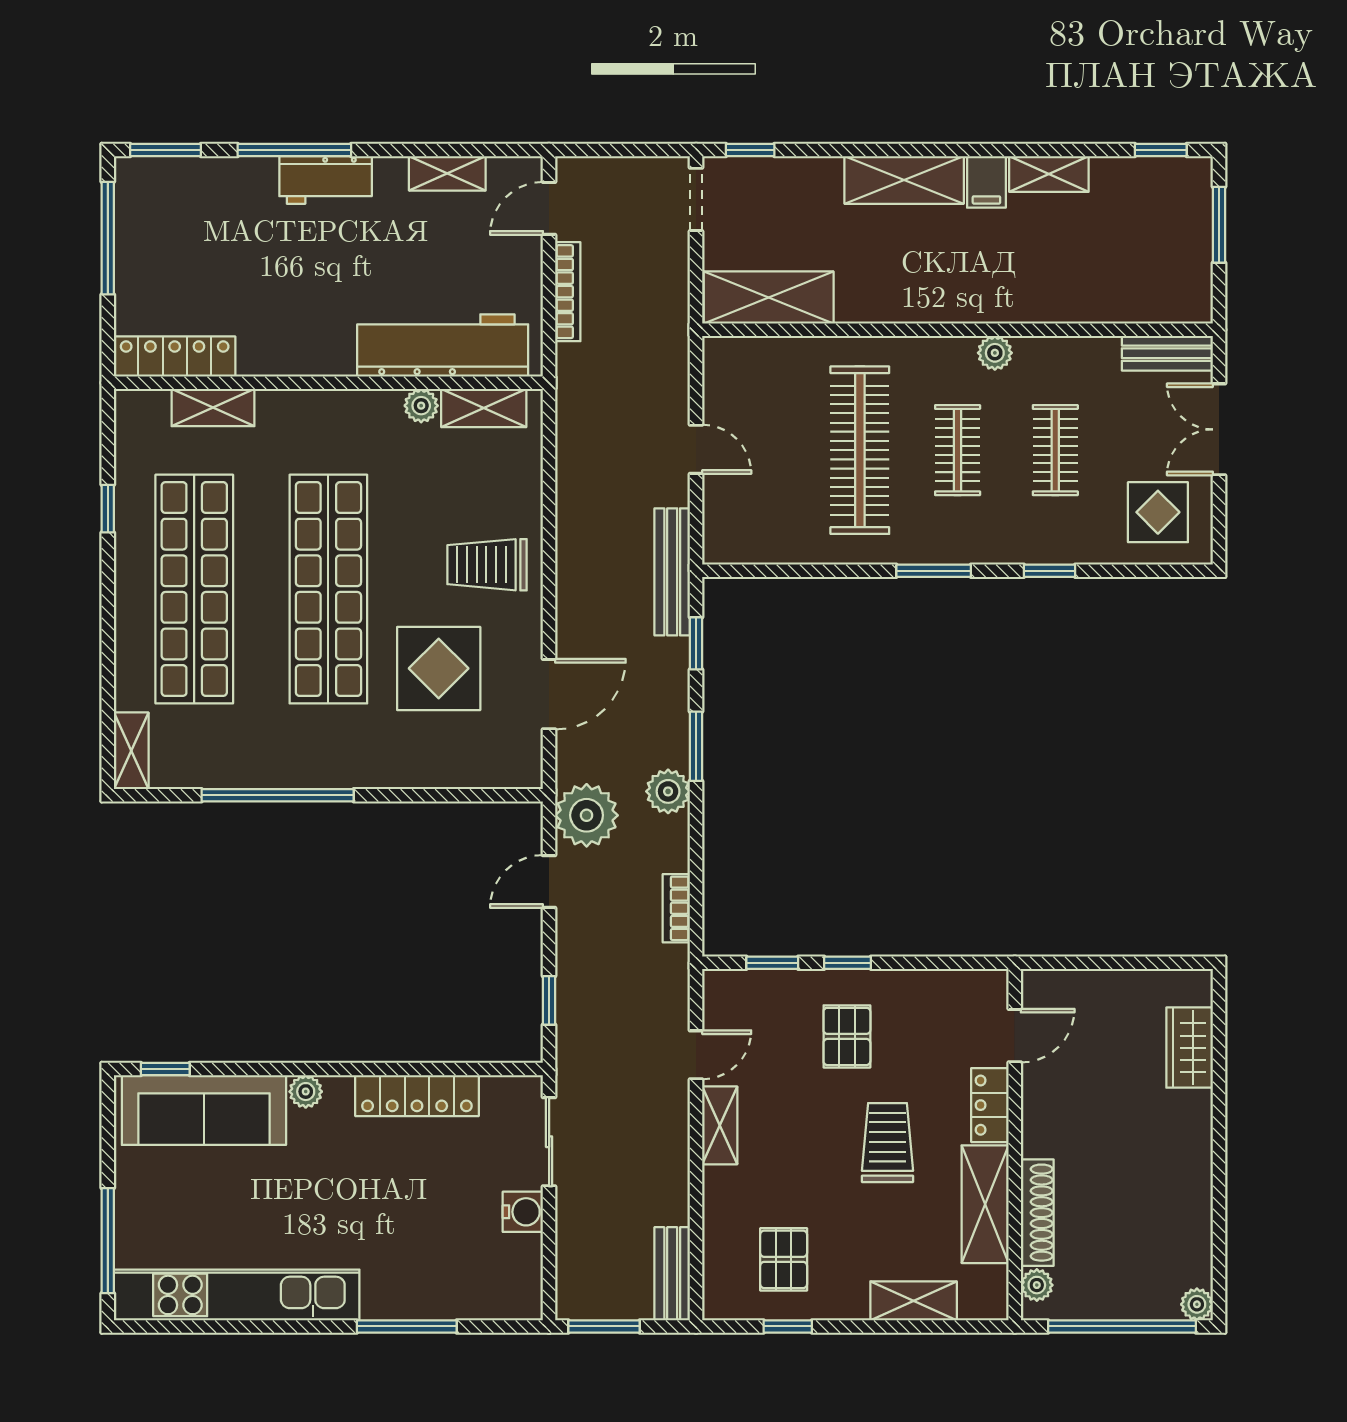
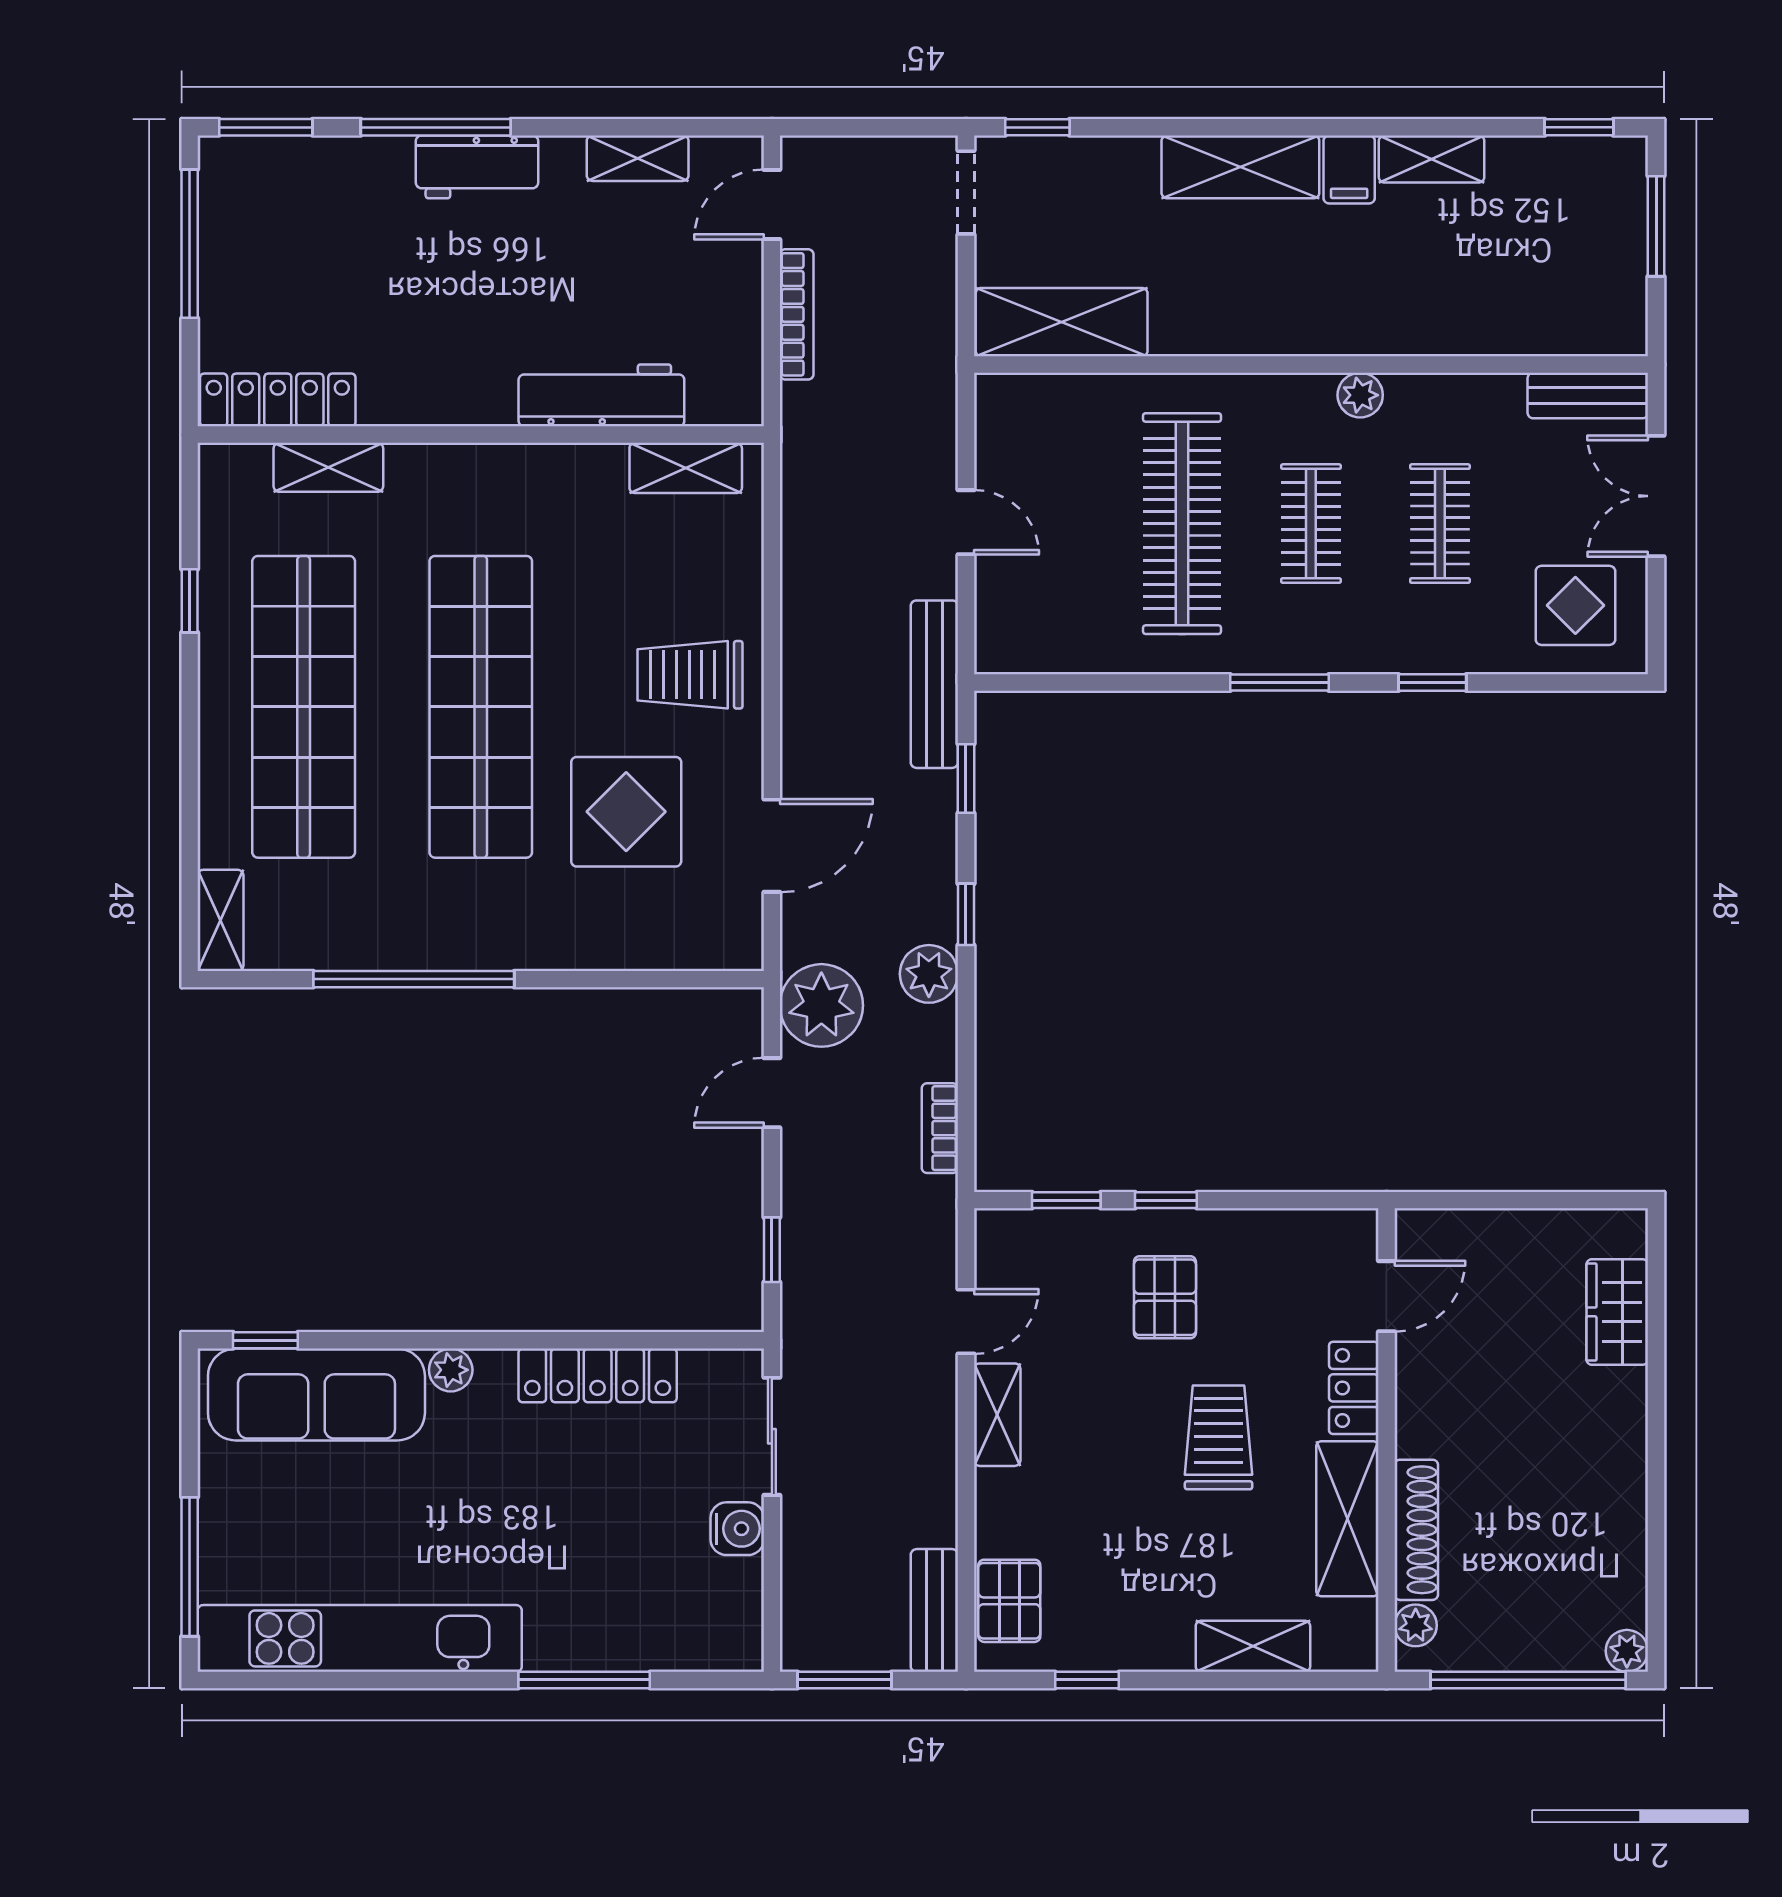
workbench: (443, 345) -> (601, 395), width x0.73, depth x0.76
plant: (421, 406) -> (603, 465), removed
window: (696, 746) -> (966, 914), width x0.67
pallet: (784, 1259) -> (1009, 1601), moved

